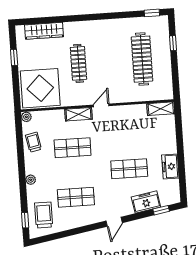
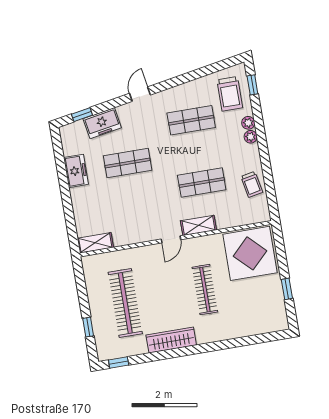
wardrobe: (44, 31) -> (171, 340), moved
plant: (26, 117) -> (248, 123), moved

